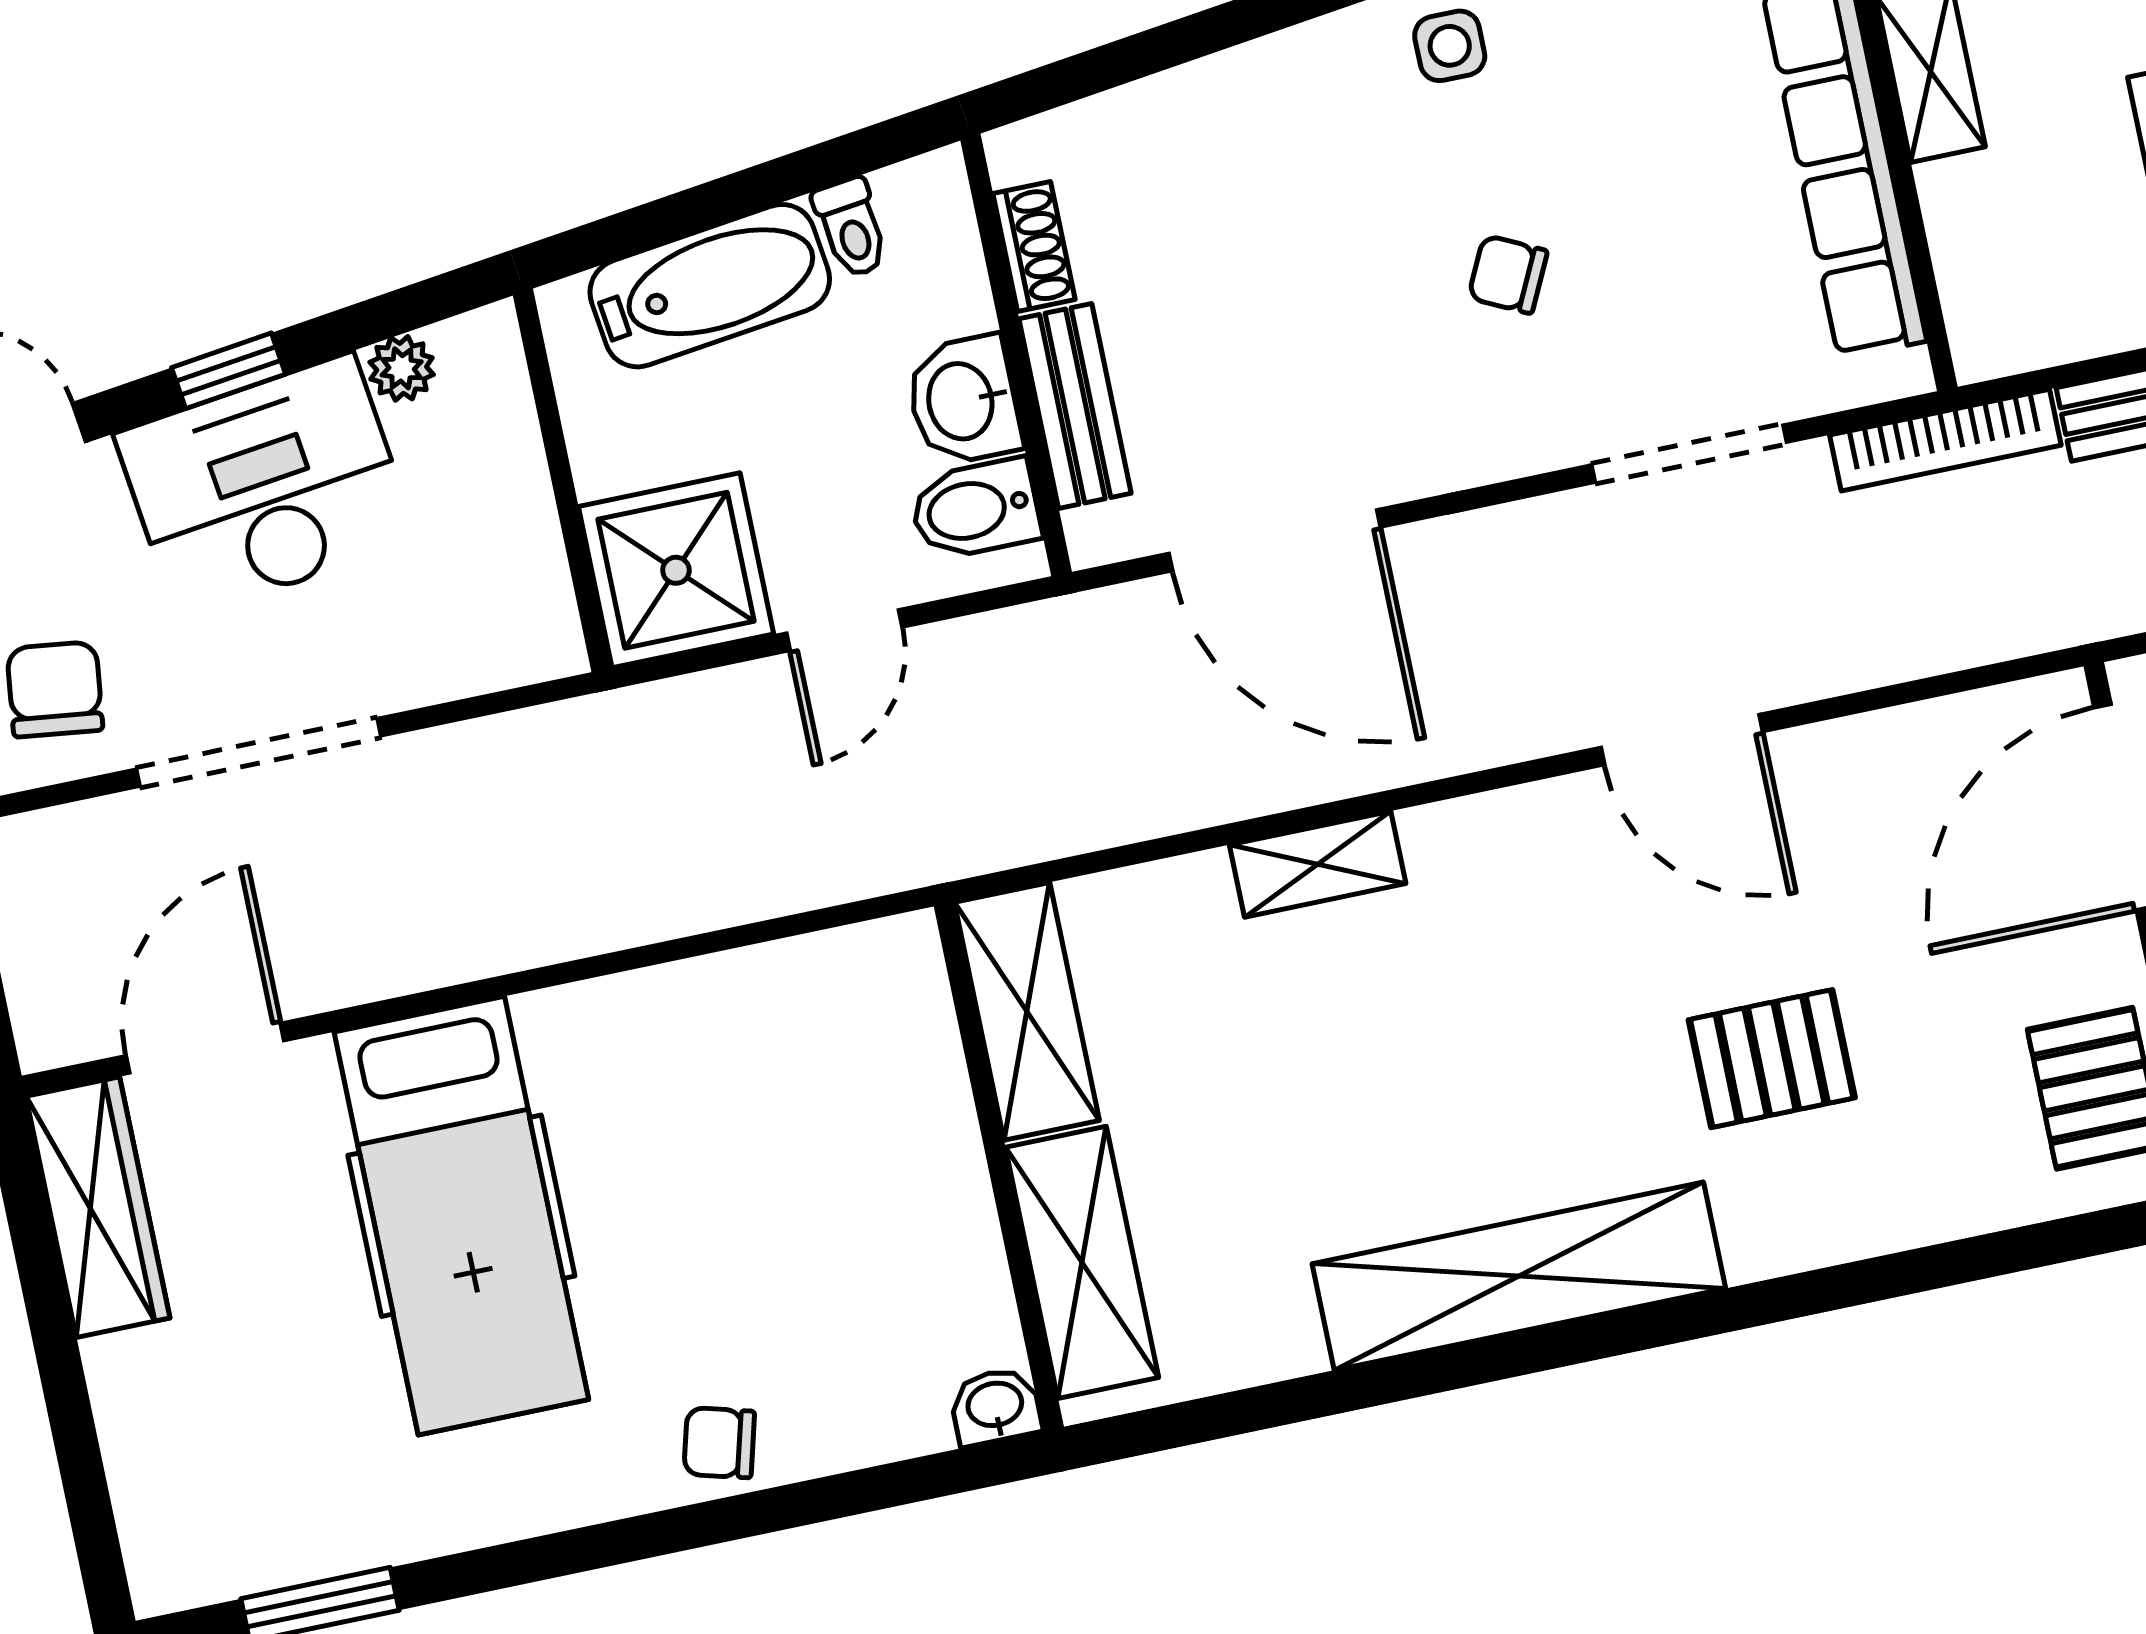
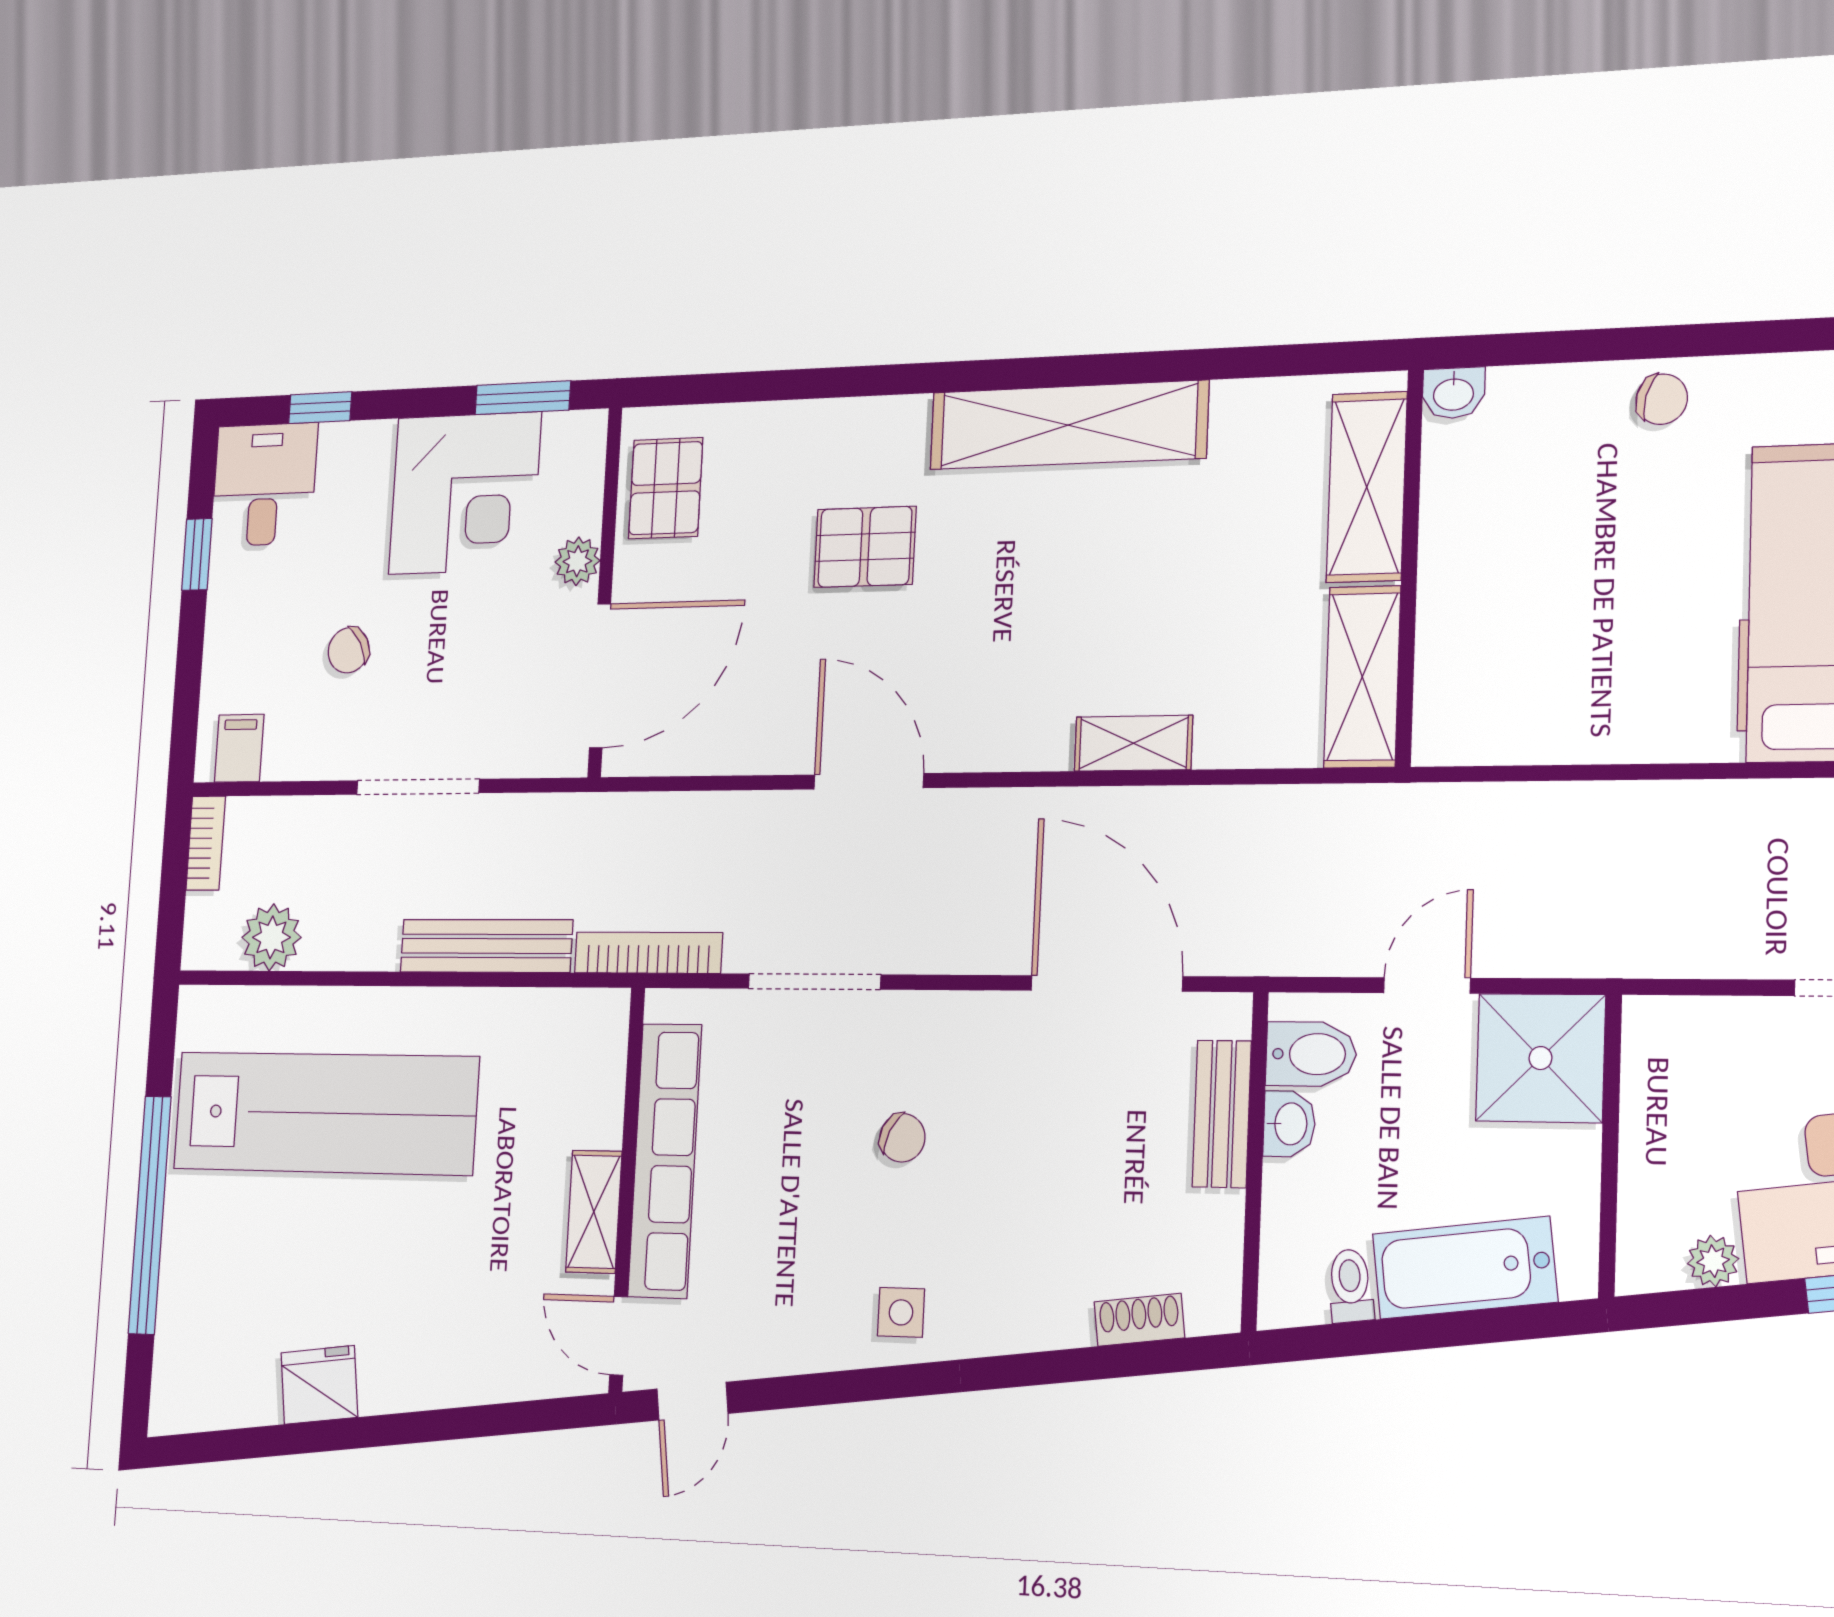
shoe rack: (1034, 247) -> (1139, 1320), moved, turned 83
washbasin: (963, 401) -> (1289, 1124), width x0.72, depth x0.69

